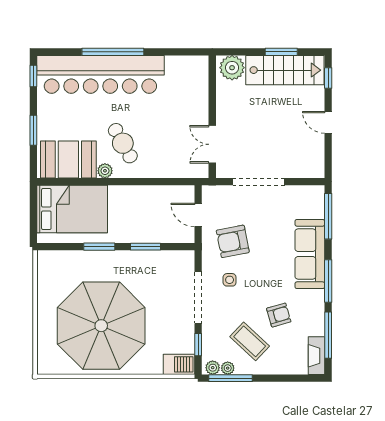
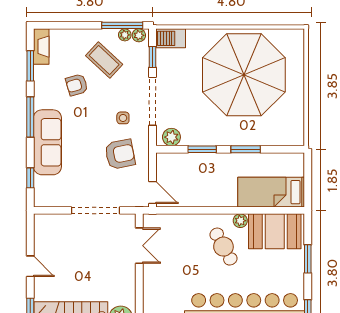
bed: (72, 209) -> (271, 192), width x0.67
door: (198, 215) -> (153, 192), moved
window: (328, 216) -> (30, 178), width x0.46
plant: (178, 259) -> (171, 137), added
window: (328, 335) -> (30, 66), width x0.69

